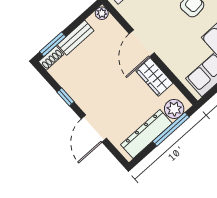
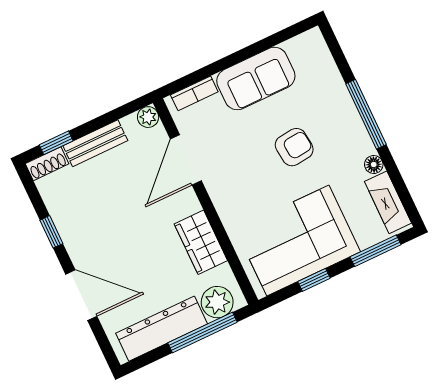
door: (142, 43) -> (186, 160), moved
window: (53, 44) -> (56, 143), width x0.67
door: (94, 129) -> (81, 295), swing flipped

